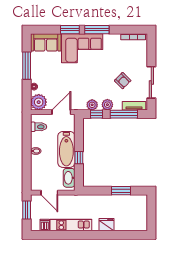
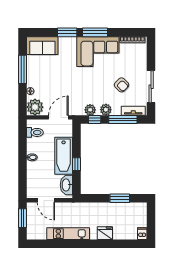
corner sofa: (82, 48) -> (98, 52), moved
dishwasher: (45, 225) -> (142, 234), moved

